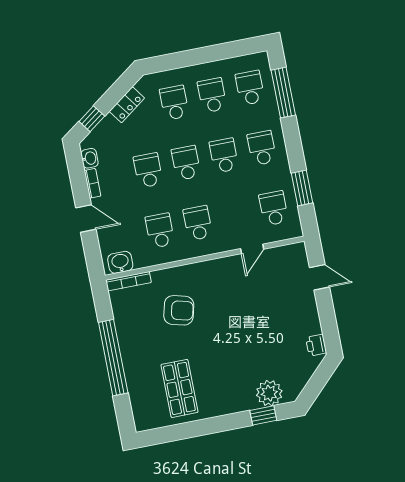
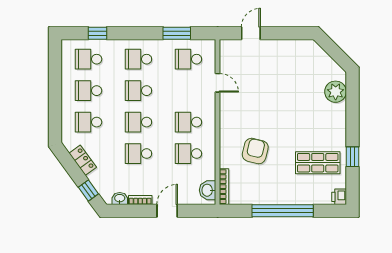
window: (283, 93) -> (97, 33), width x0.46
printer: (316, 345) -> (339, 197), moved, turned 90
window: (263, 415) -> (352, 157), moved

